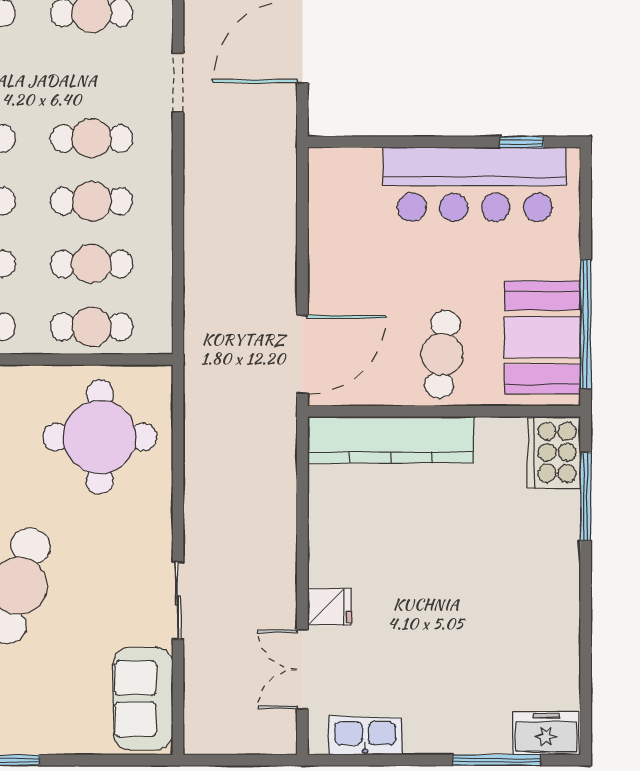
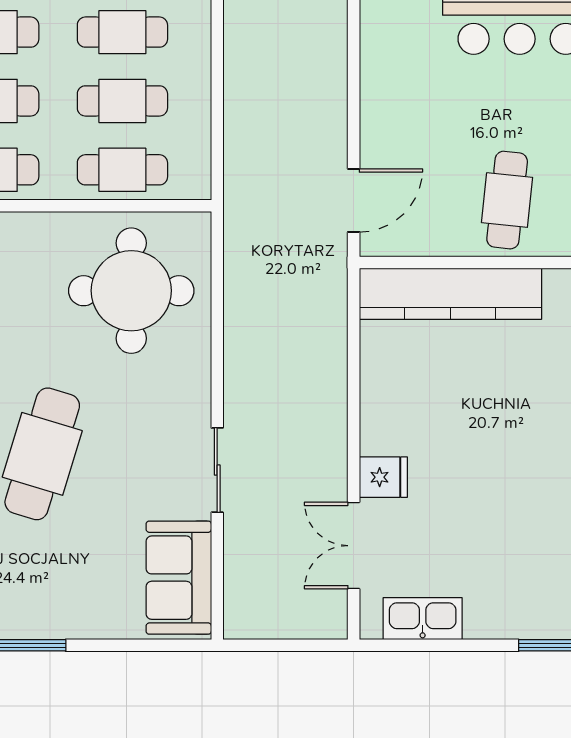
door: (302, 355) -> (354, 200), width x0.73

